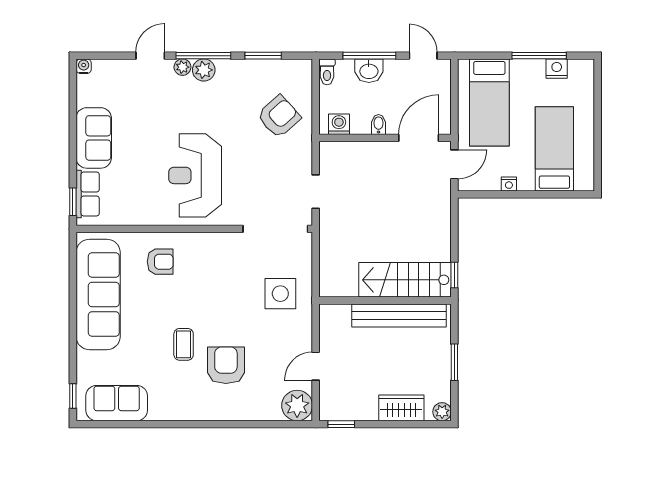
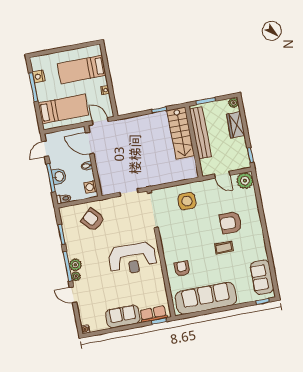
stairs: (405, 280) -> (181, 133), moved
wall: (385, 301) -> (194, 142), moved
bench: (399, 315) -> (200, 133), moved

